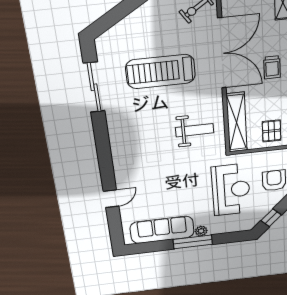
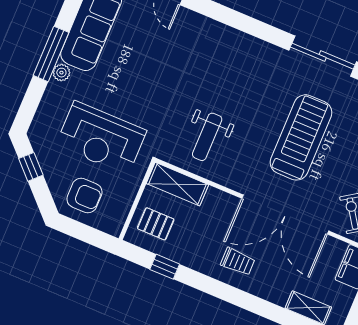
trolley: (272, 67) -> (238, 262), turned 180
shelving: (237, 122) -> (177, 184), width x0.68

